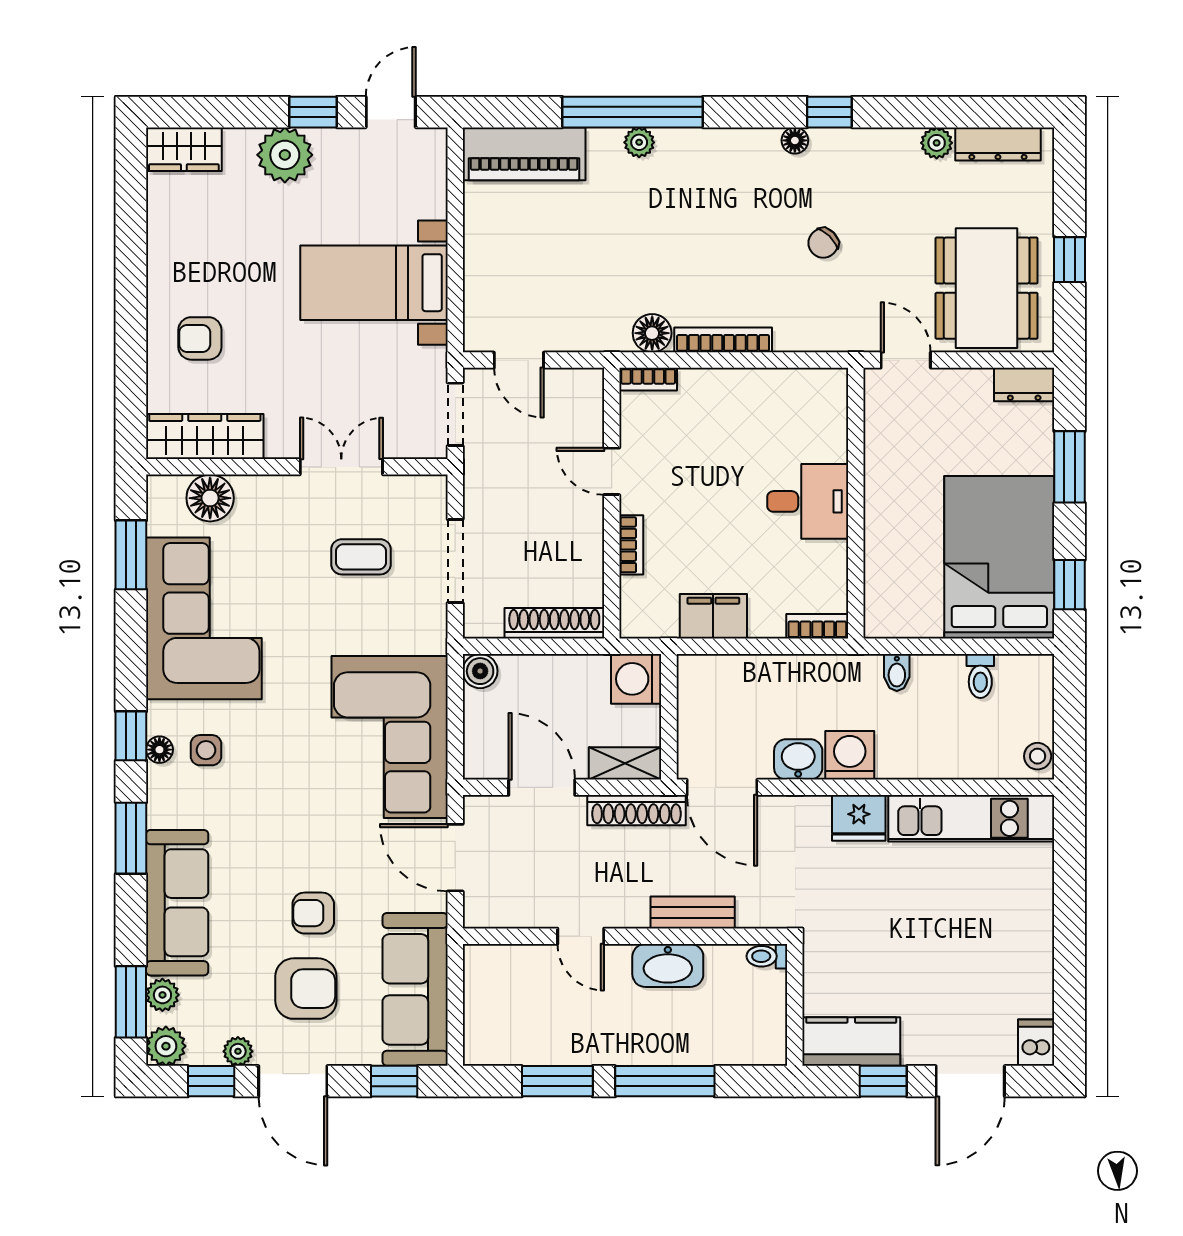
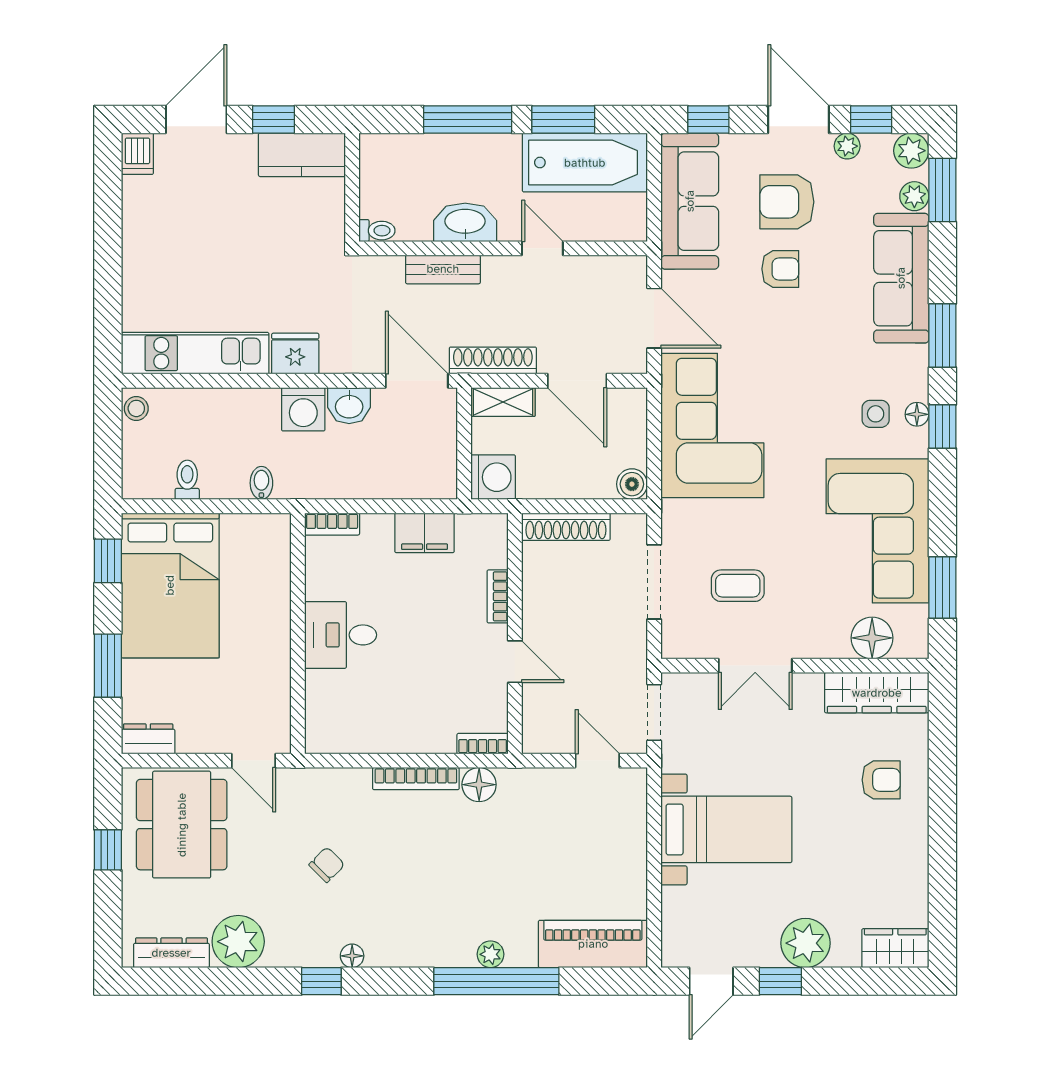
plant: (937, 143) -> (238, 942), width x1.88, depth x1.88
bathtub: (533, 1033) -> (585, 163), added

